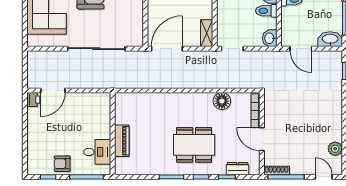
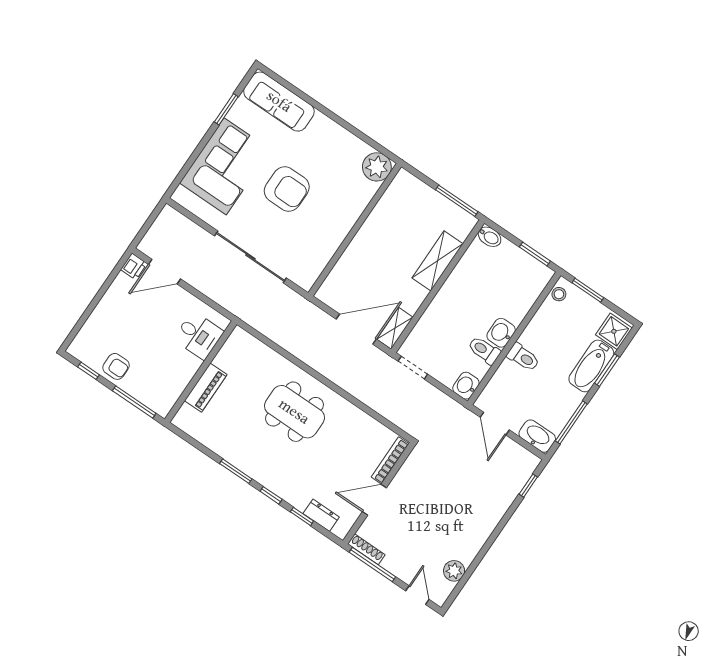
door: (167, 49) -> (356, 329), moved
floor lamp: (222, 101) -> (358, 422), removed
door: (262, 139) -> (374, 500), hinge flipped
dining table: (194, 145) -> (294, 412), moved
desk: (97, 152) -> (198, 335), moved
armchair: (62, 164) -> (116, 366), turned 180

